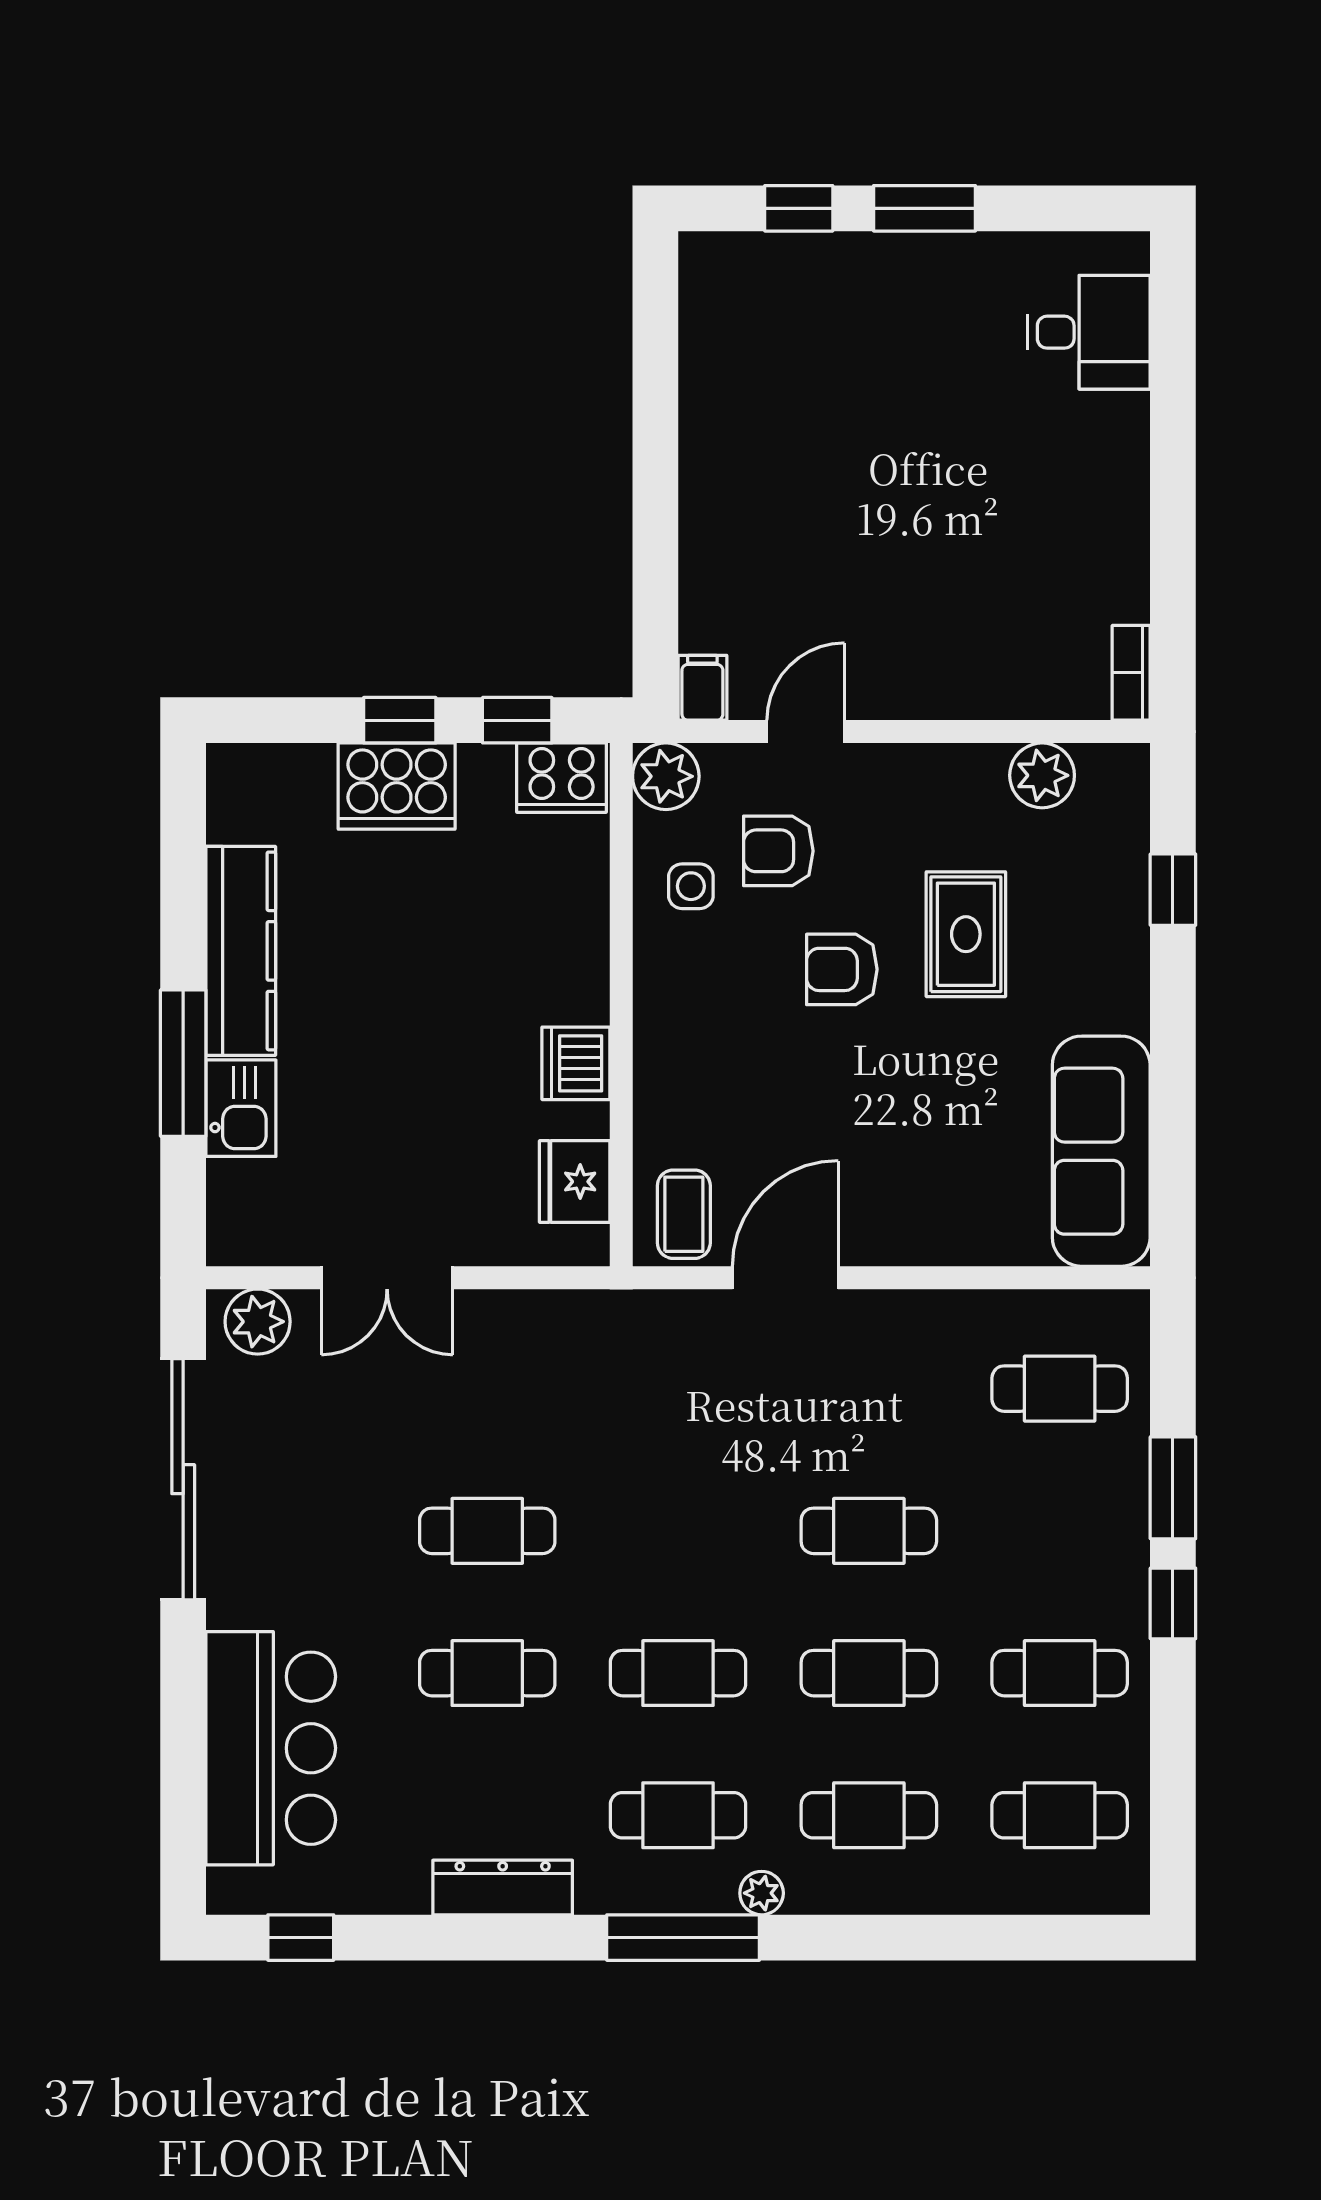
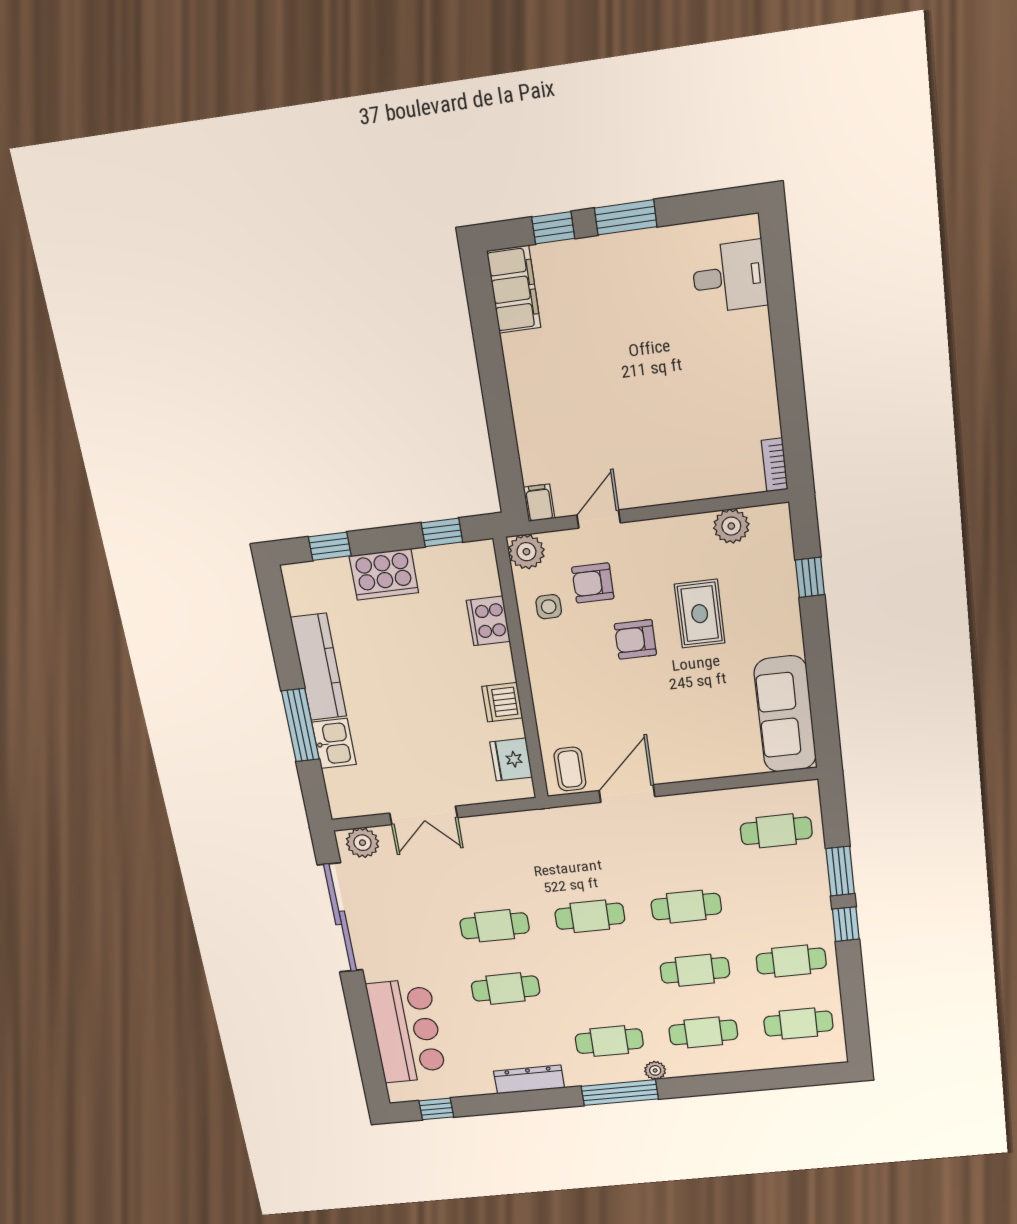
filing cabinet: (715, 303) -> (514, 289), added
window: (400, 720) -> (330, 546), moved
cooker: (562, 778) -> (488, 621), moved, turned 90
cafe table: (678, 1673) -> (590, 916), moved

